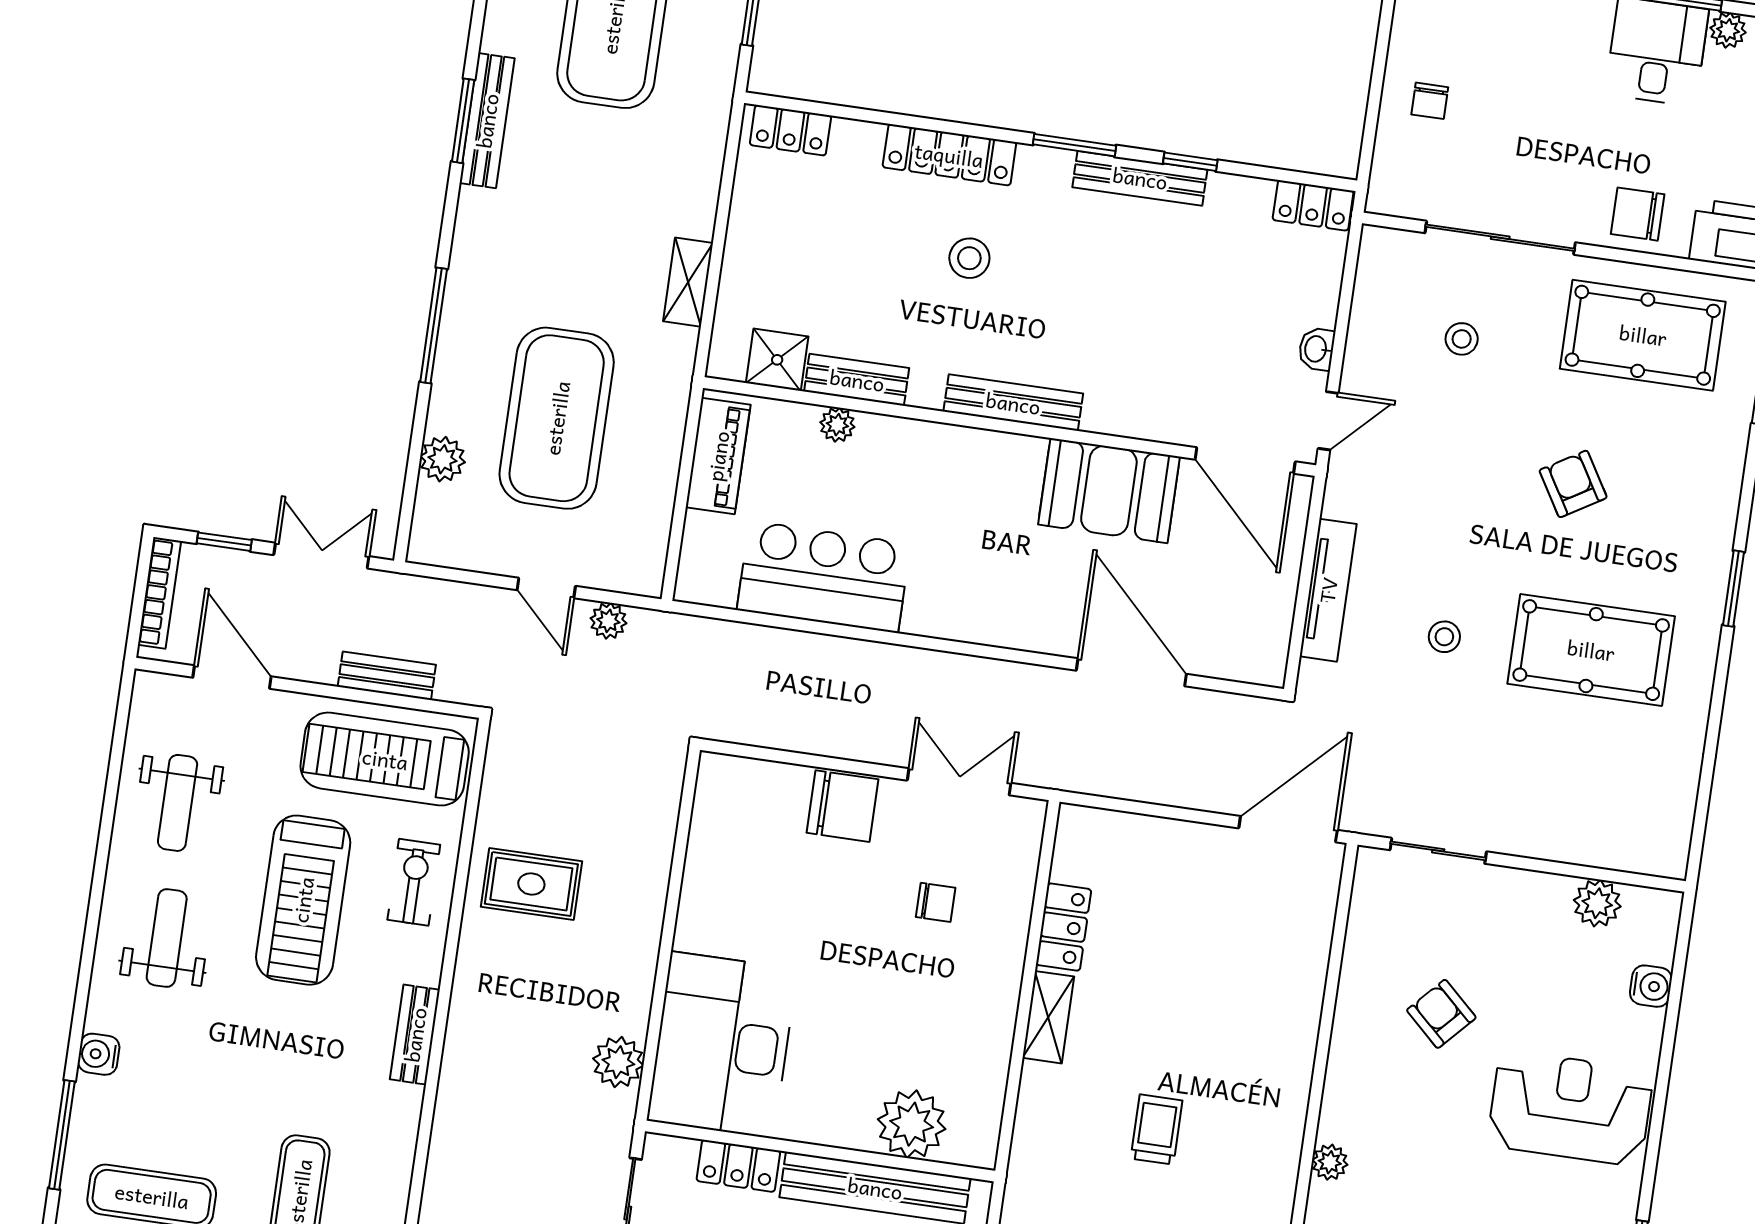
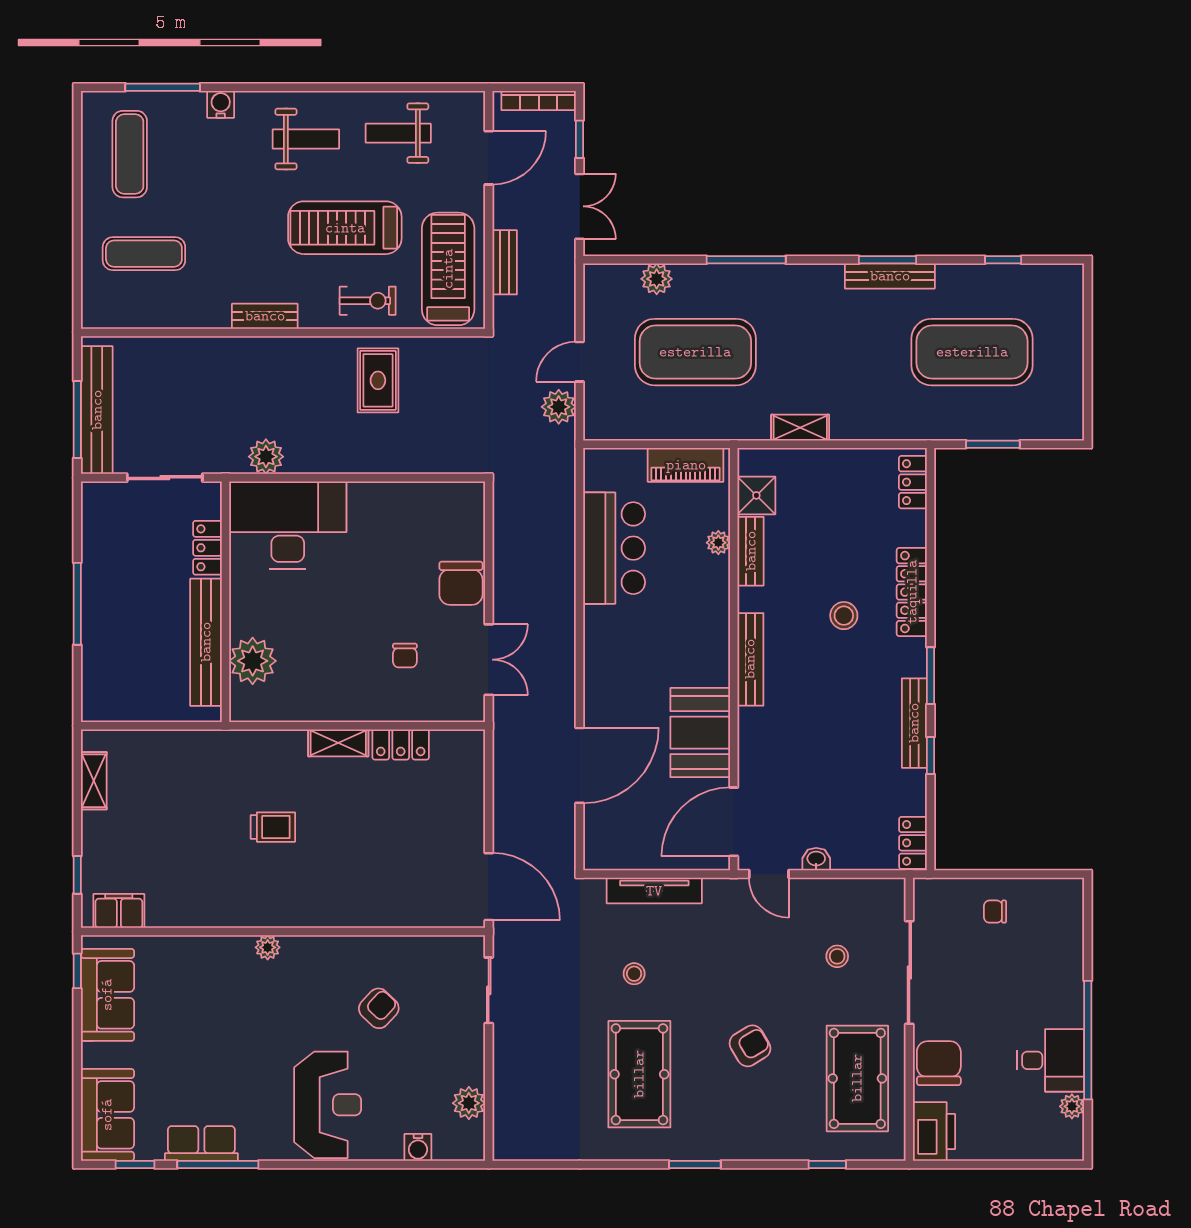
chair: (1638, 214) -> (939, 1063), width x1.37, depth x1.37
plant: (608, 621) -> (559, 407), width x1.38, depth x1.38

